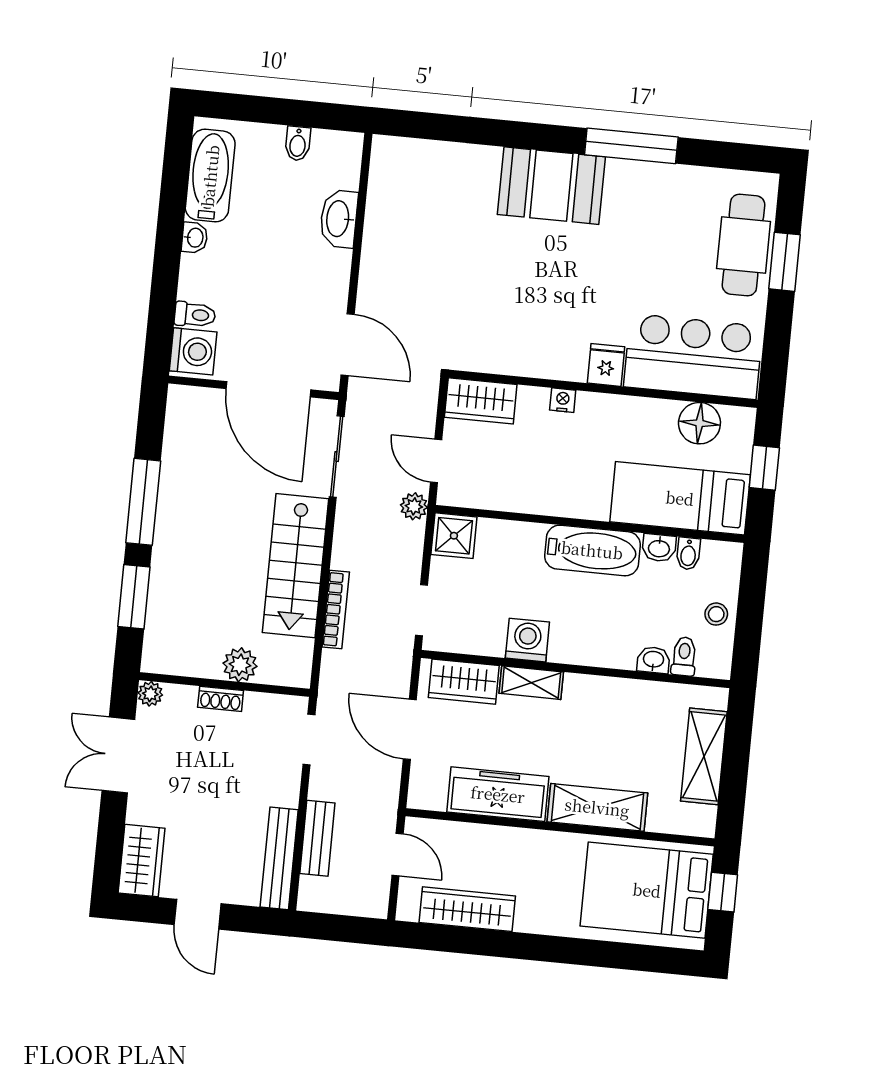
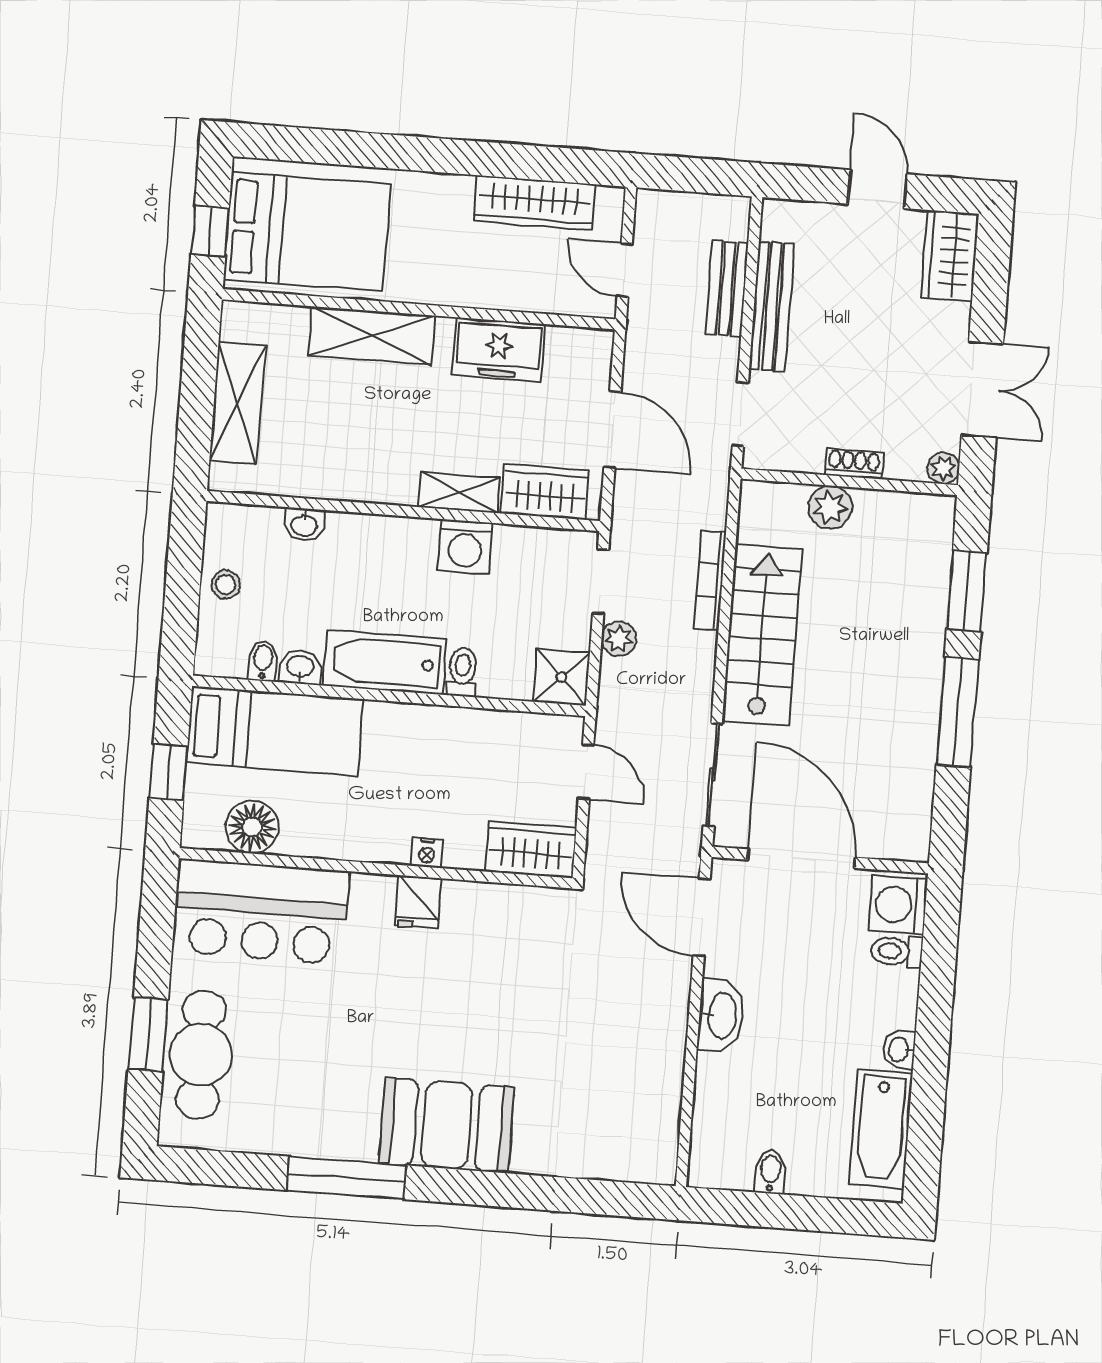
washbasin: (339, 219) -> (721, 1015), moved
fridge: (606, 365) -> (418, 902), moved
plant: (414, 506) -> (619, 639), moved
toilet: (684, 656) -> (462, 672), moved, turned 180
freezer: (498, 794) -> (499, 350), width x0.71
bench: (279, 858) -> (772, 307), moved

